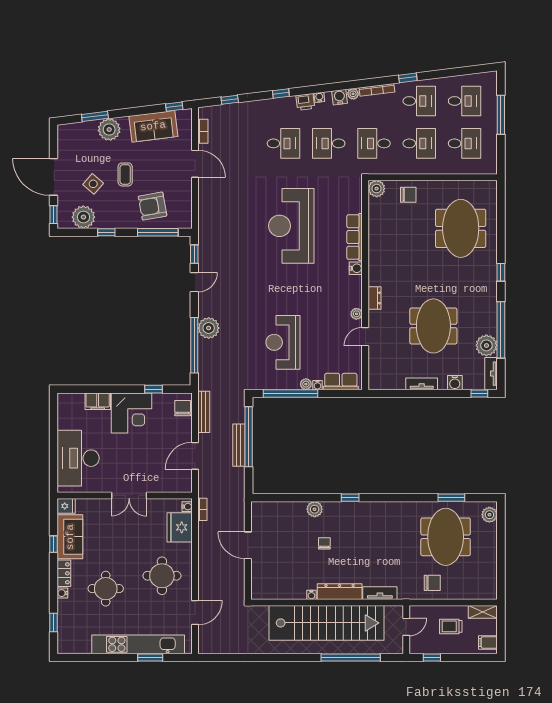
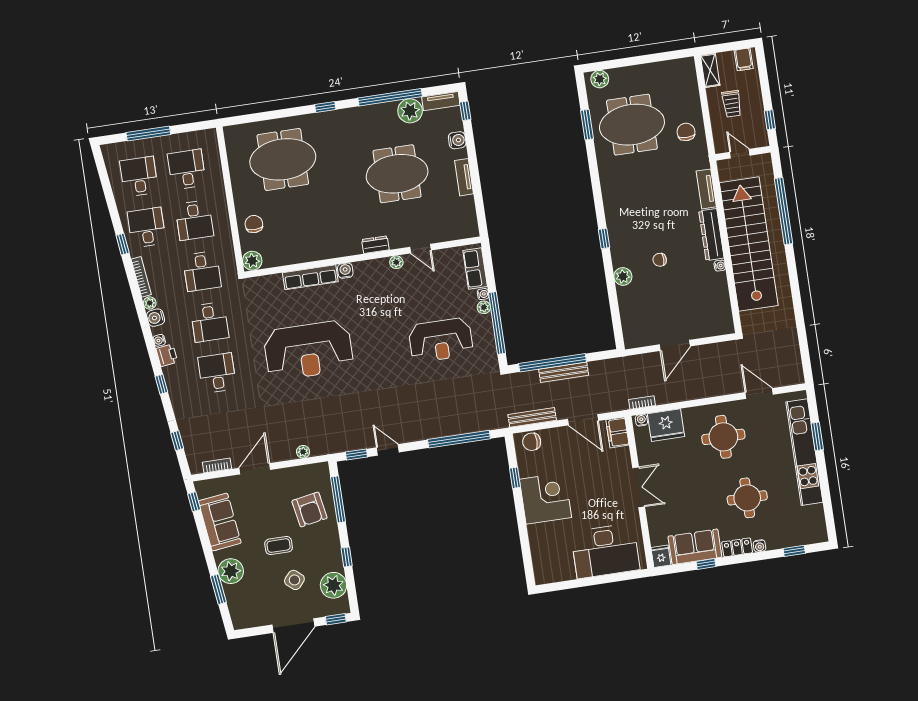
desk: (419, 143) -> (194, 220), turned 180
plant: (209, 328) -> (303, 452), moved, width x0.53, depth x0.53
filing cabinet: (98, 401) -> (617, 432), moved, turned 180

